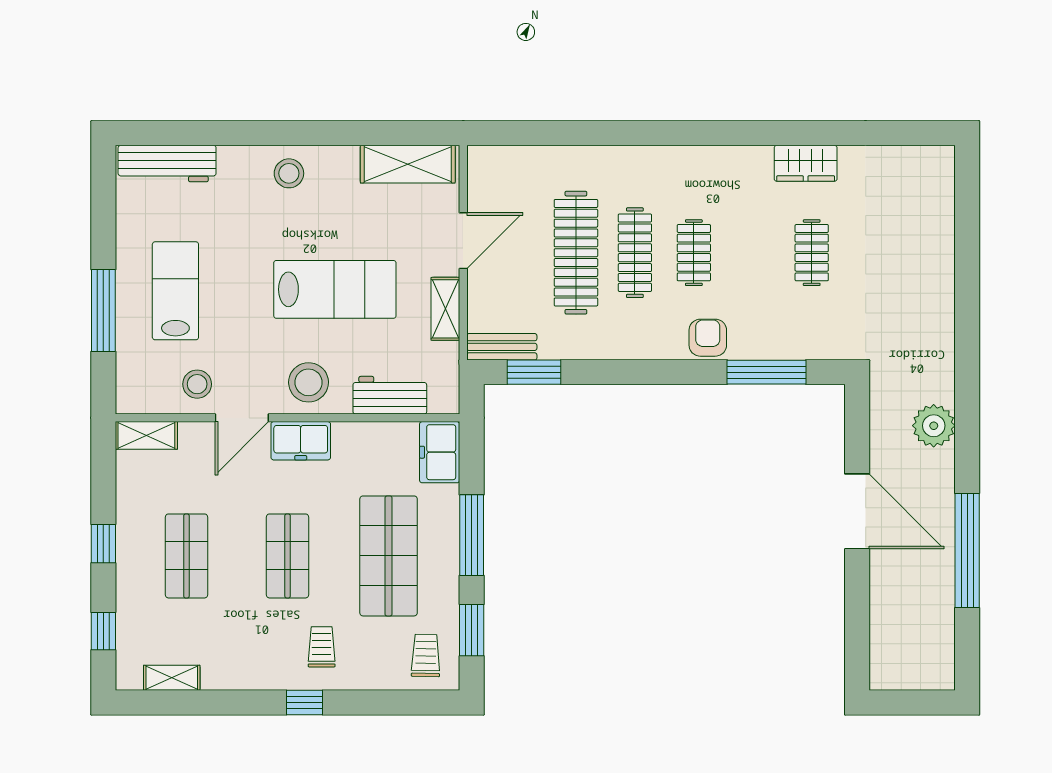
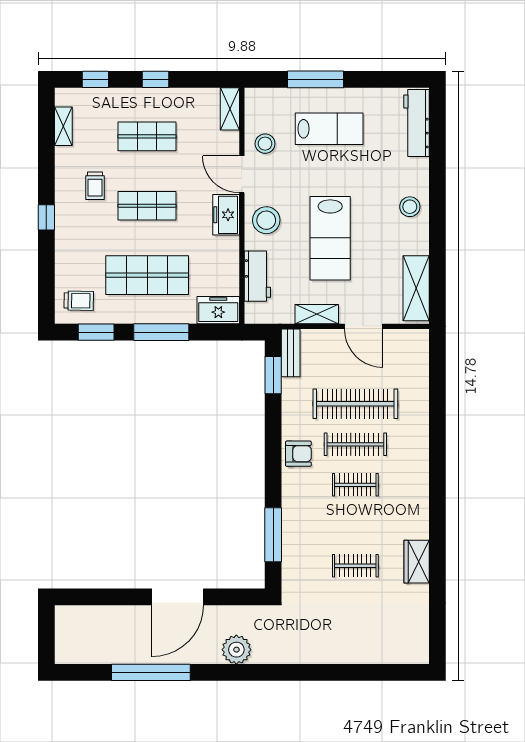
armchair: (708, 338) -> (298, 454), moved
trolley: (322, 647) -> (95, 186), moved, turned 90

